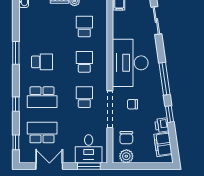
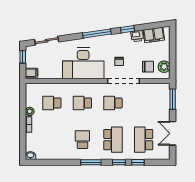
window: (16, 53) -> (91, 162), moved
window: (16, 142) -> (138, 162), moved
desk: (89, 149) -> (158, 99), removed

